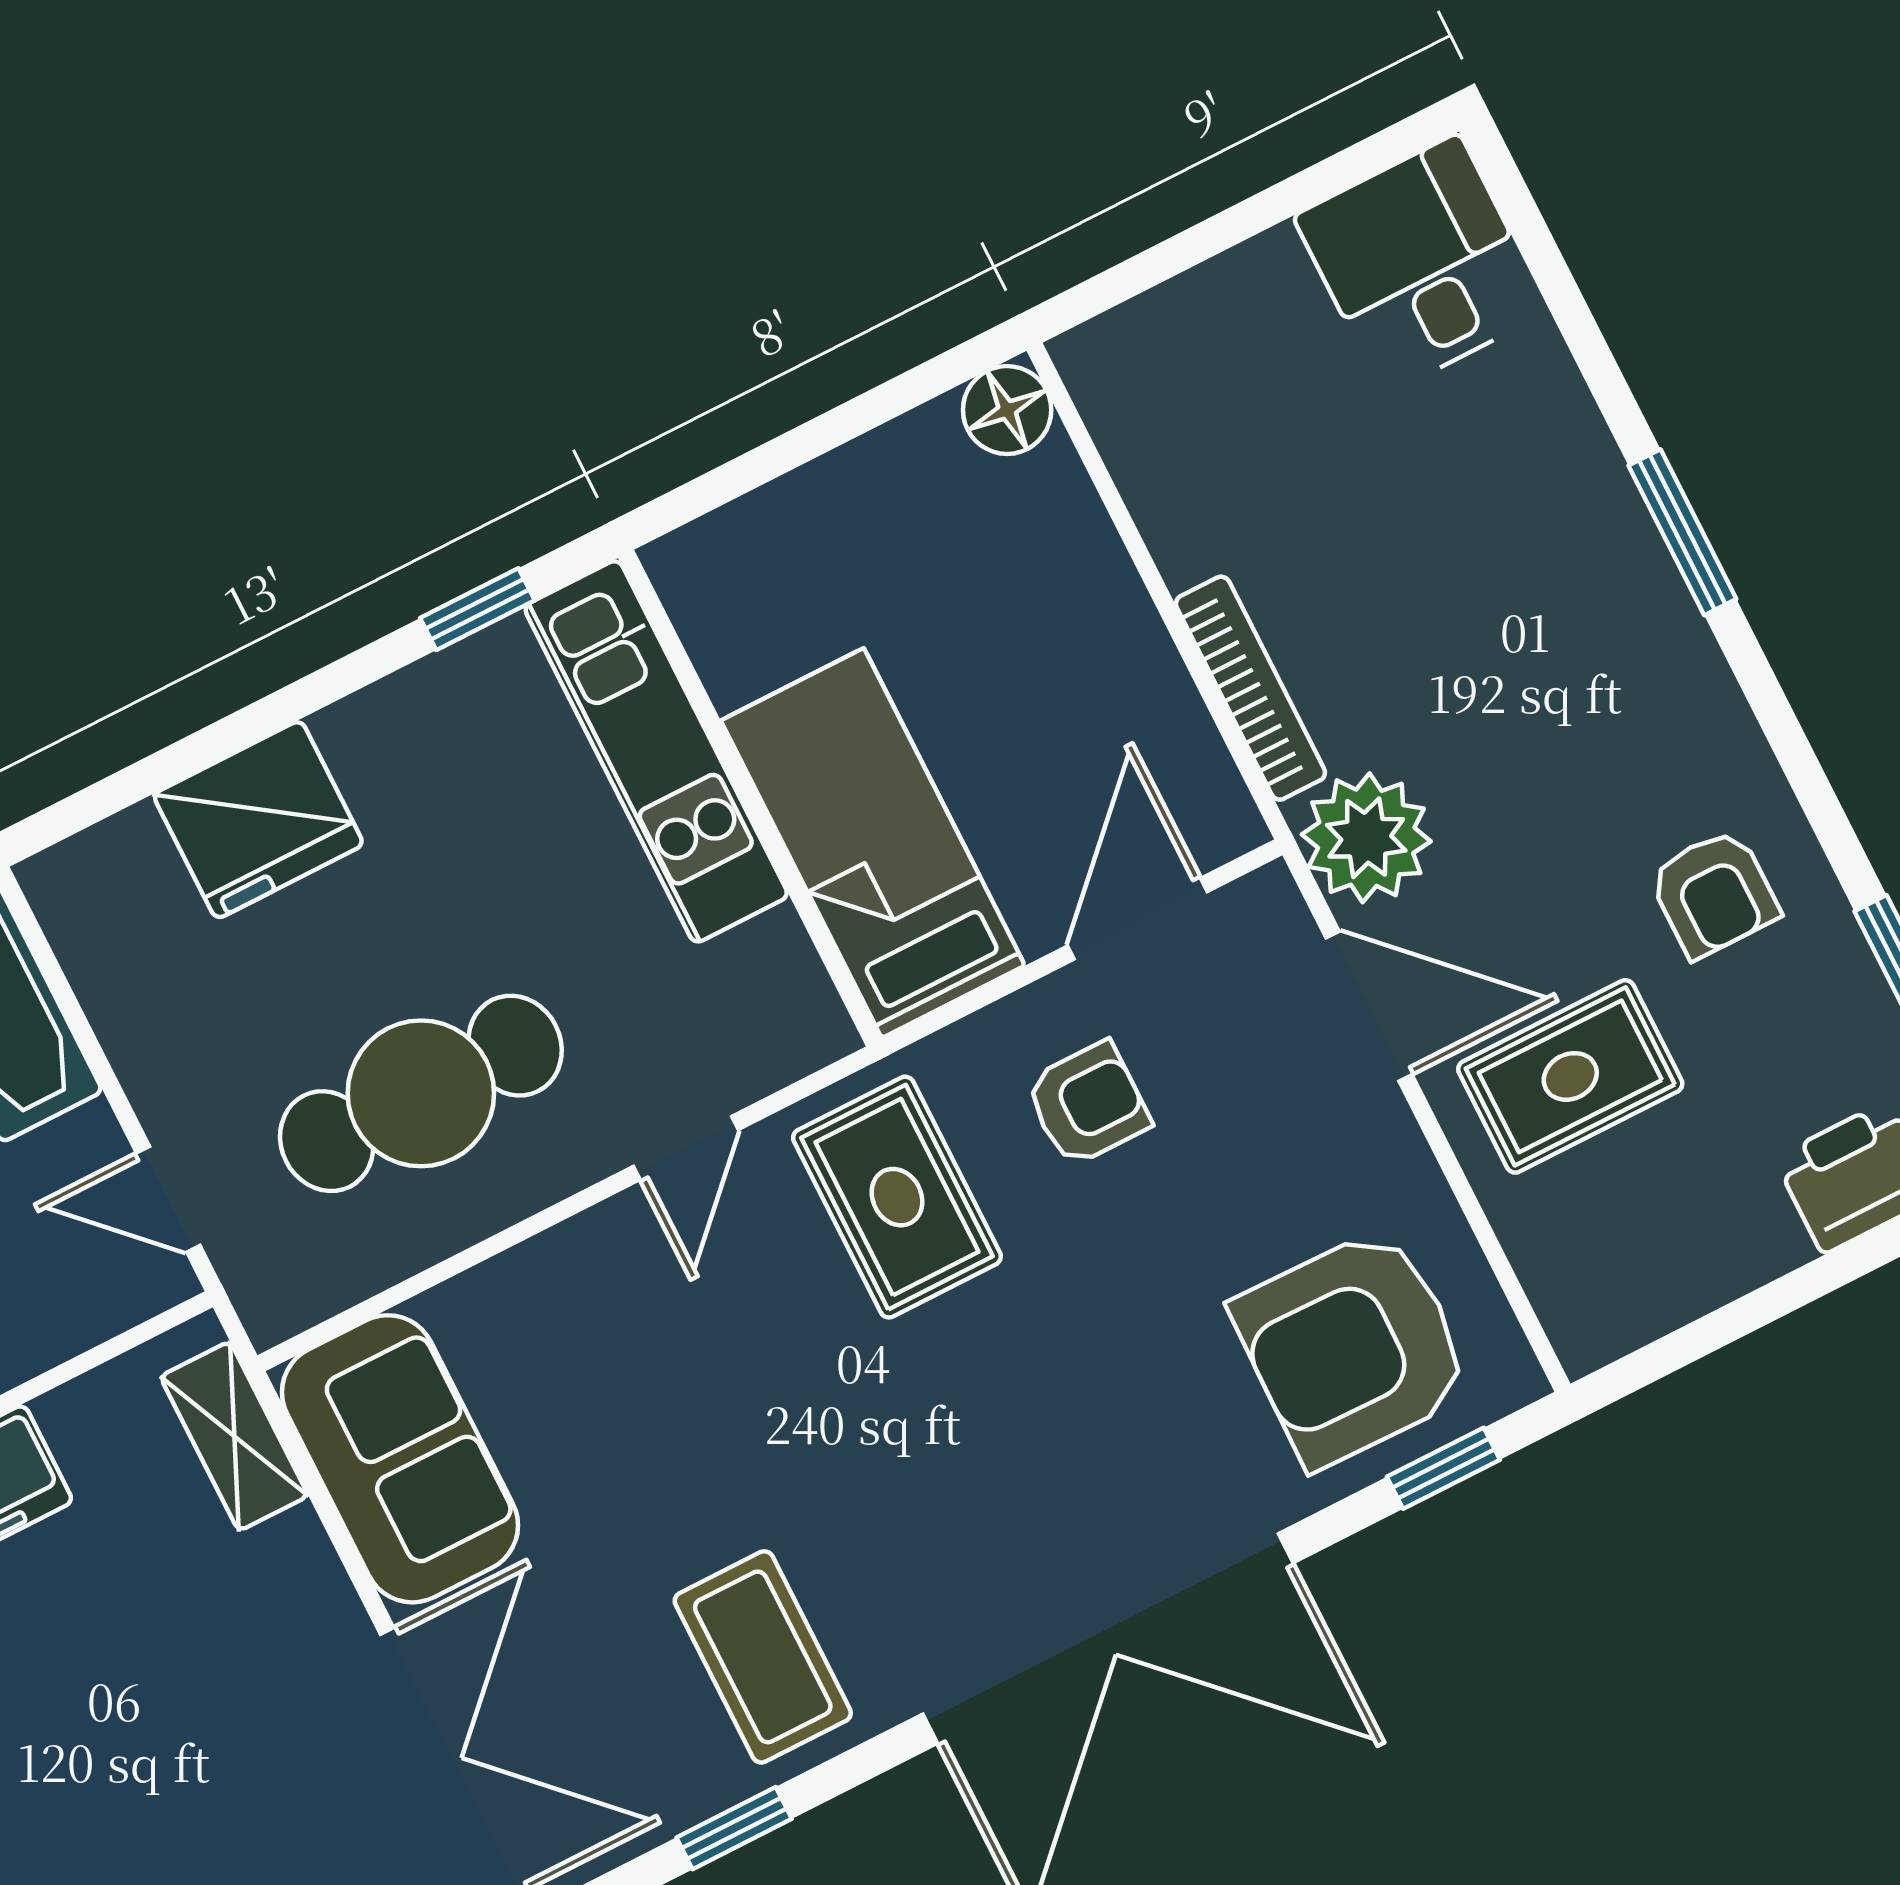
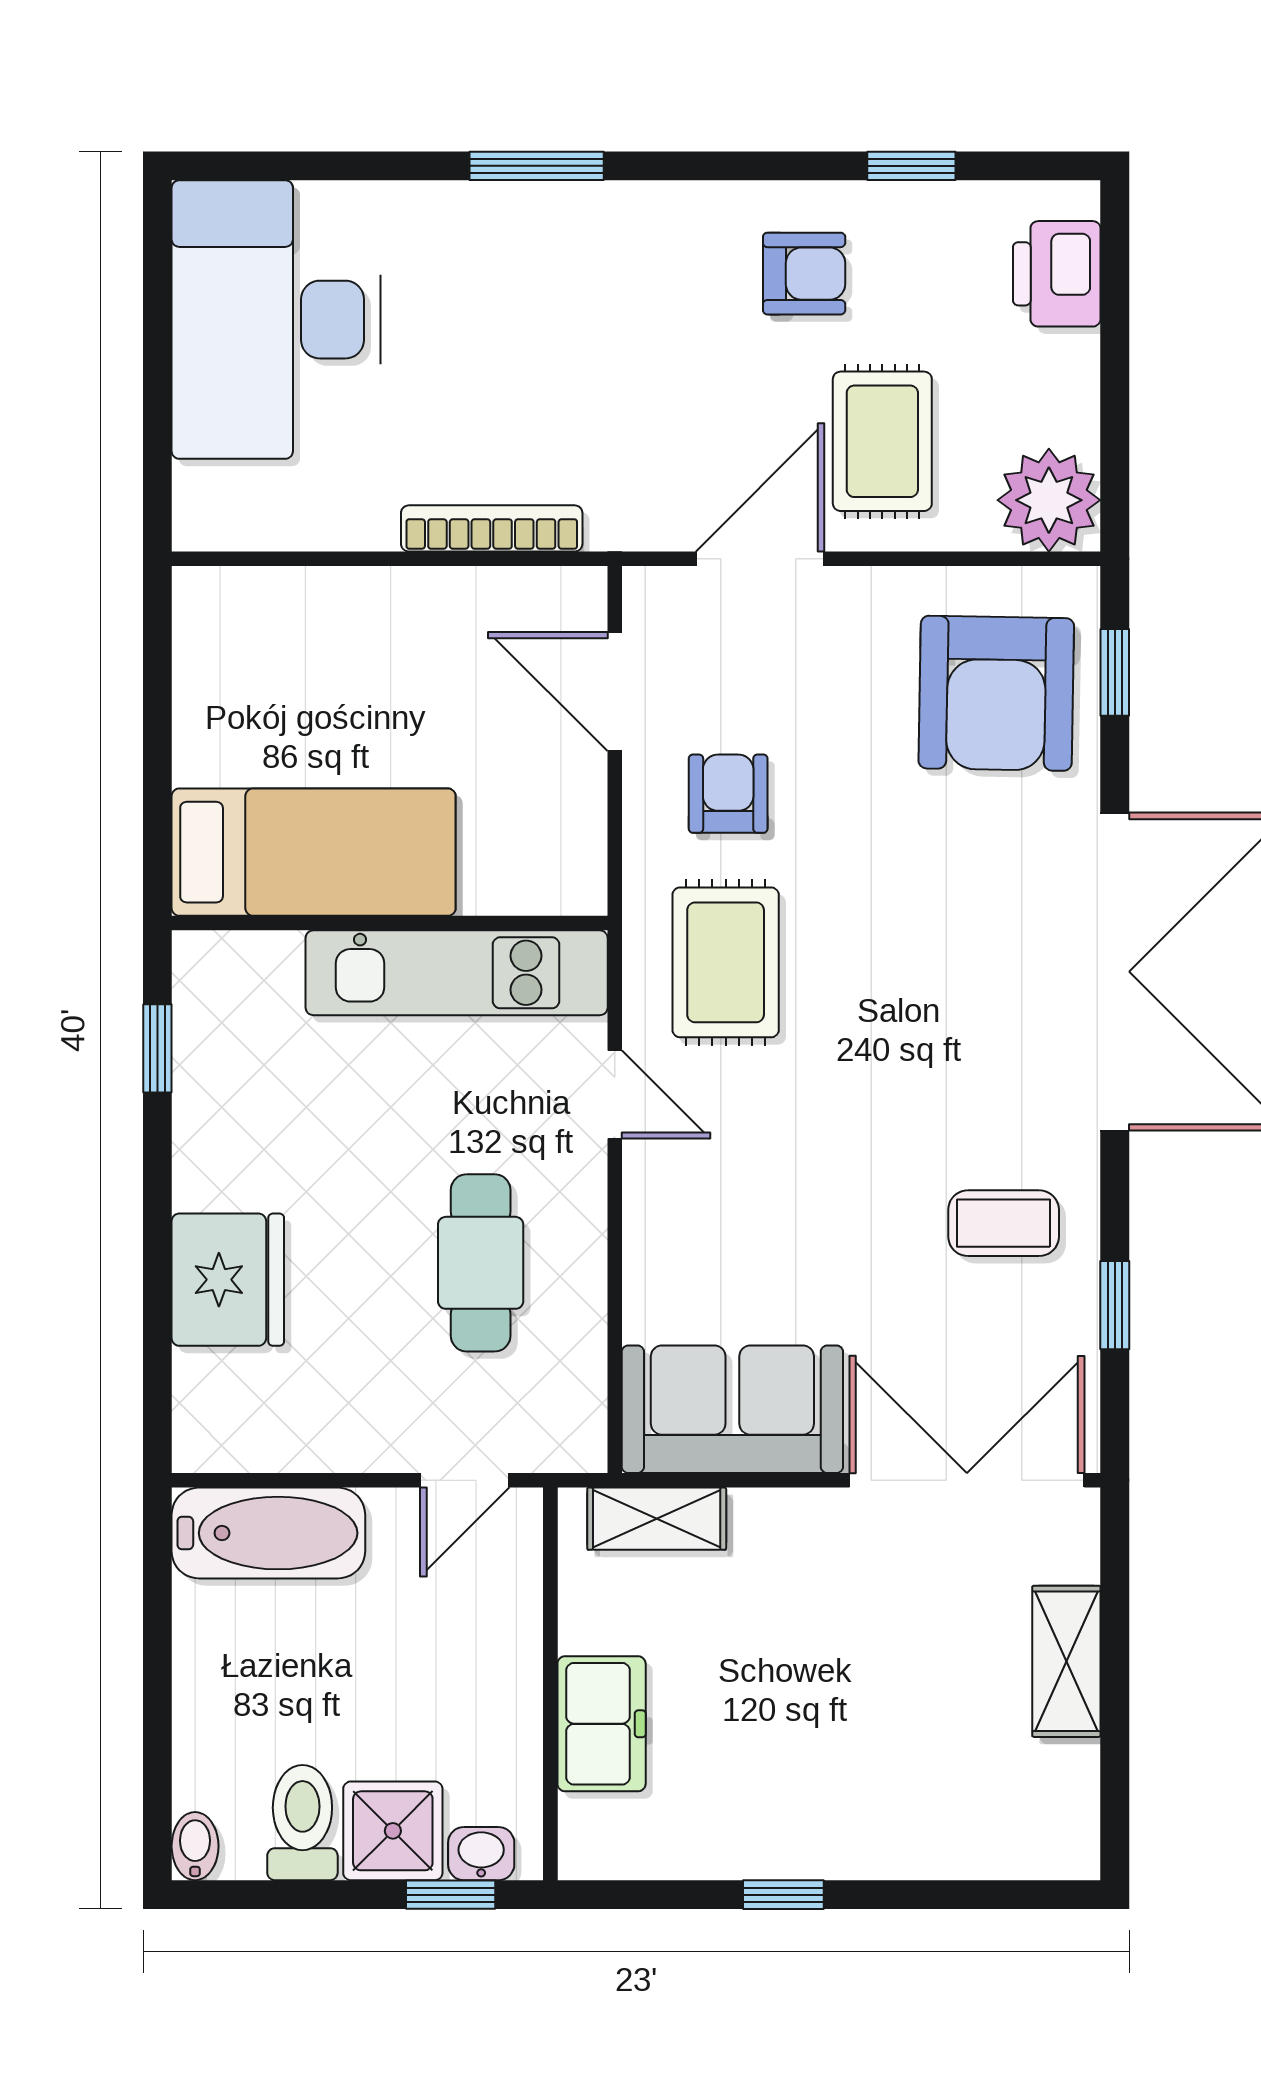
desk: (1421, 264) -> (276, 320), width x1.87, depth x1.30
floor lamp: (1007, 410) -> (207, 601), removed
kitchen unit: (656, 751) -> (457, 973), moved
plant: (1366, 838) -> (1049, 500), moved
bed: (873, 843) -> (314, 852), moved, turned 180
cafe table: (421, 1093) -> (481, 1263), width x0.73, depth x0.74
rug: (897, 1197) -> (726, 962), turned 90
coffee table: (763, 1657) -> (1004, 1223), width x0.73, depth x0.77

